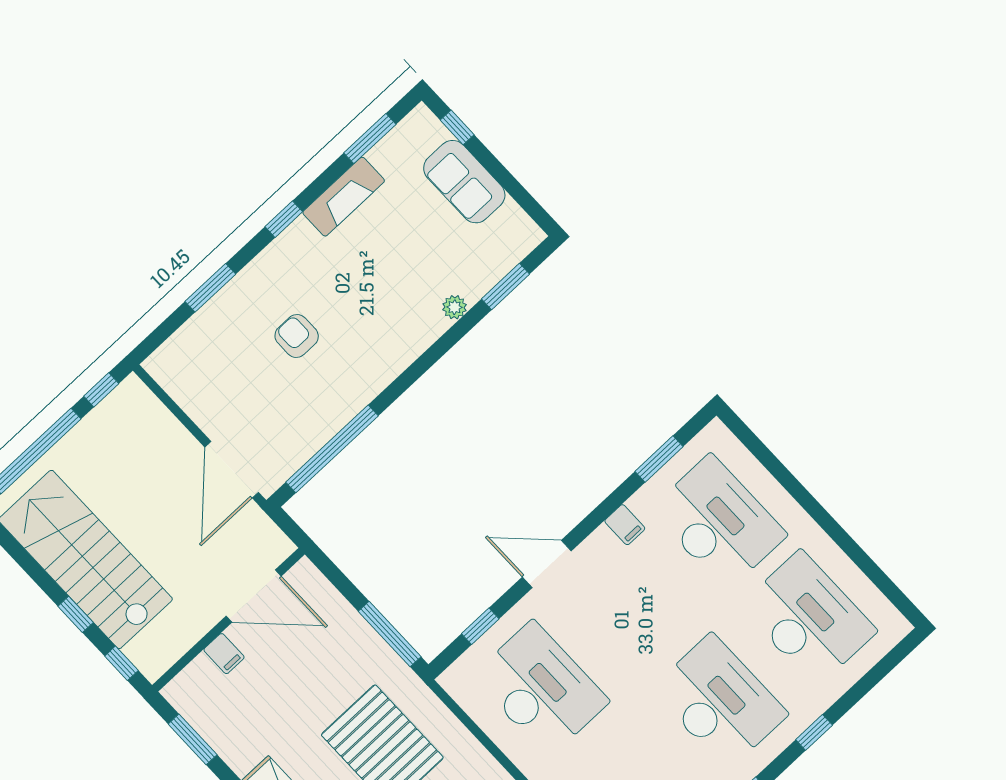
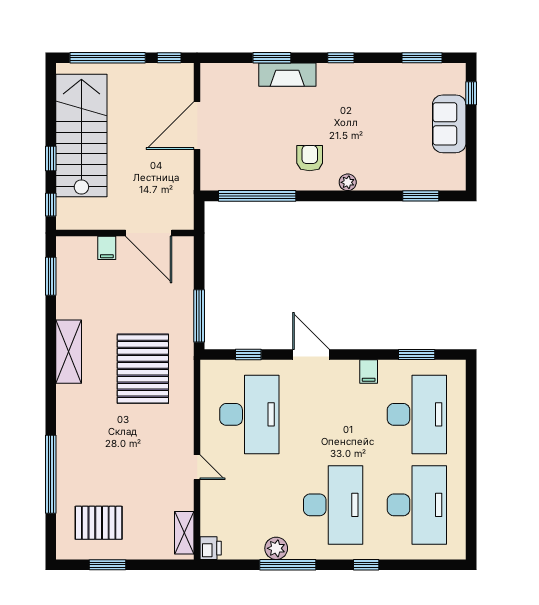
fireplace: (344, 197) -> (287, 75), moved
plant: (454, 307) -> (348, 182), moved
armchair: (297, 336) -> (310, 158), moved
door: (232, 470) -> (197, 126), moved

